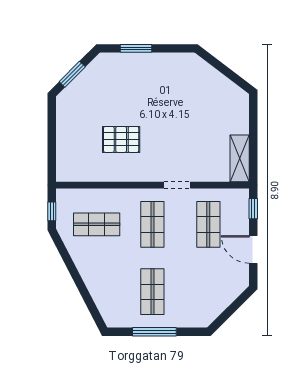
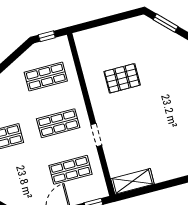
pallet: (121, 139) -> (122, 78), turned 90
shop shelf: (97, 224) -> (46, 77), turned 90

